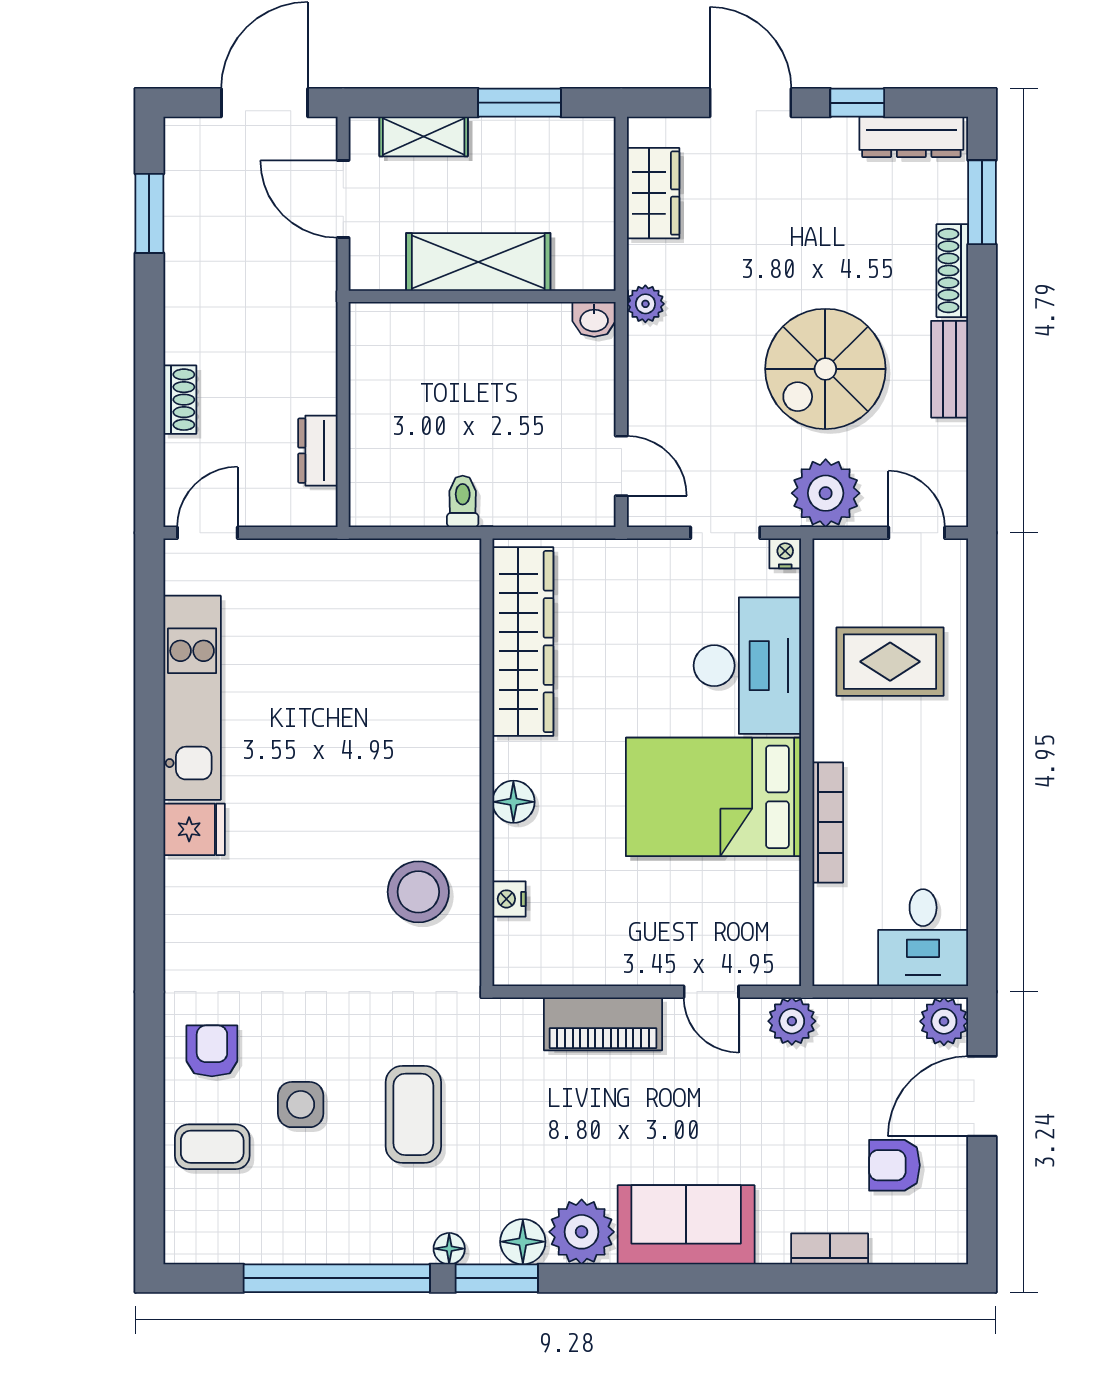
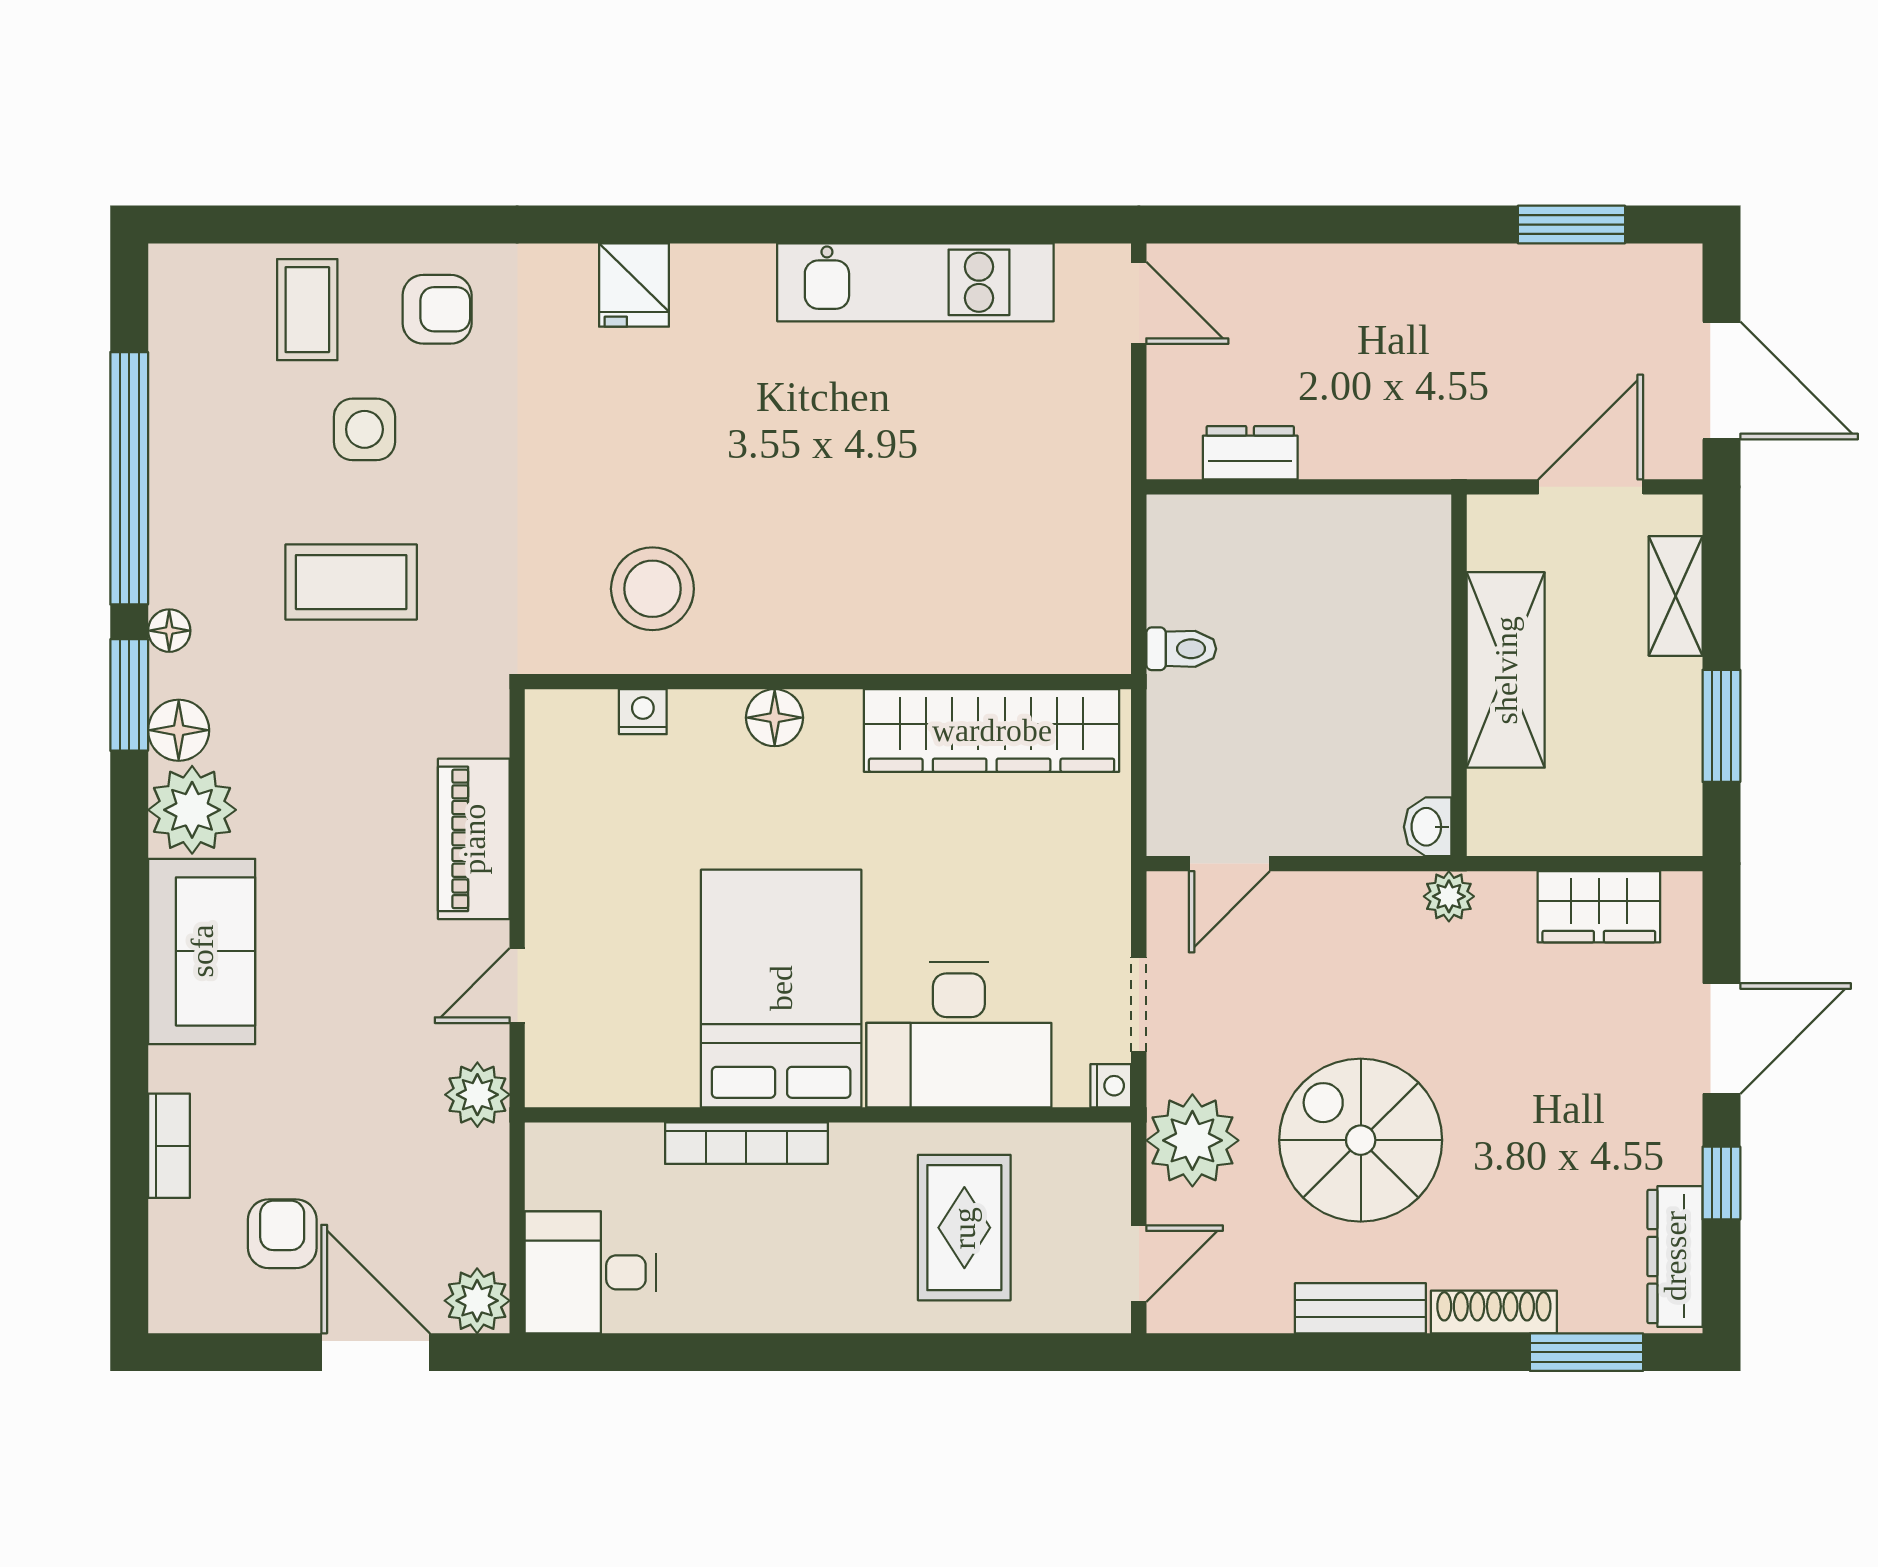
shoe rack: (180, 400) -> (1319, 266), removed
fridge: (194, 829) -> (634, 285), moved

